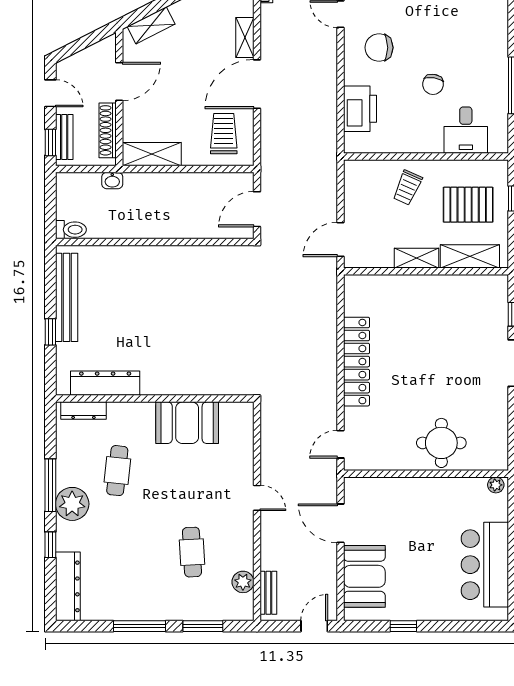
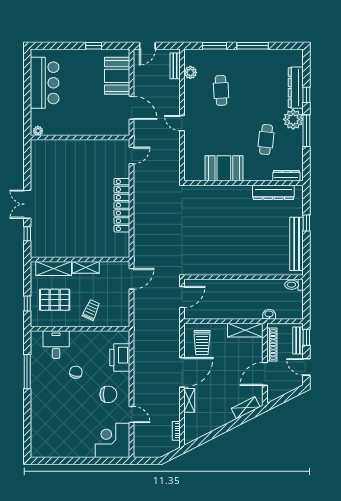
round table: (441, 443) -> (71, 156), removed
dresser: (68, 586) -> (296, 88), moved

